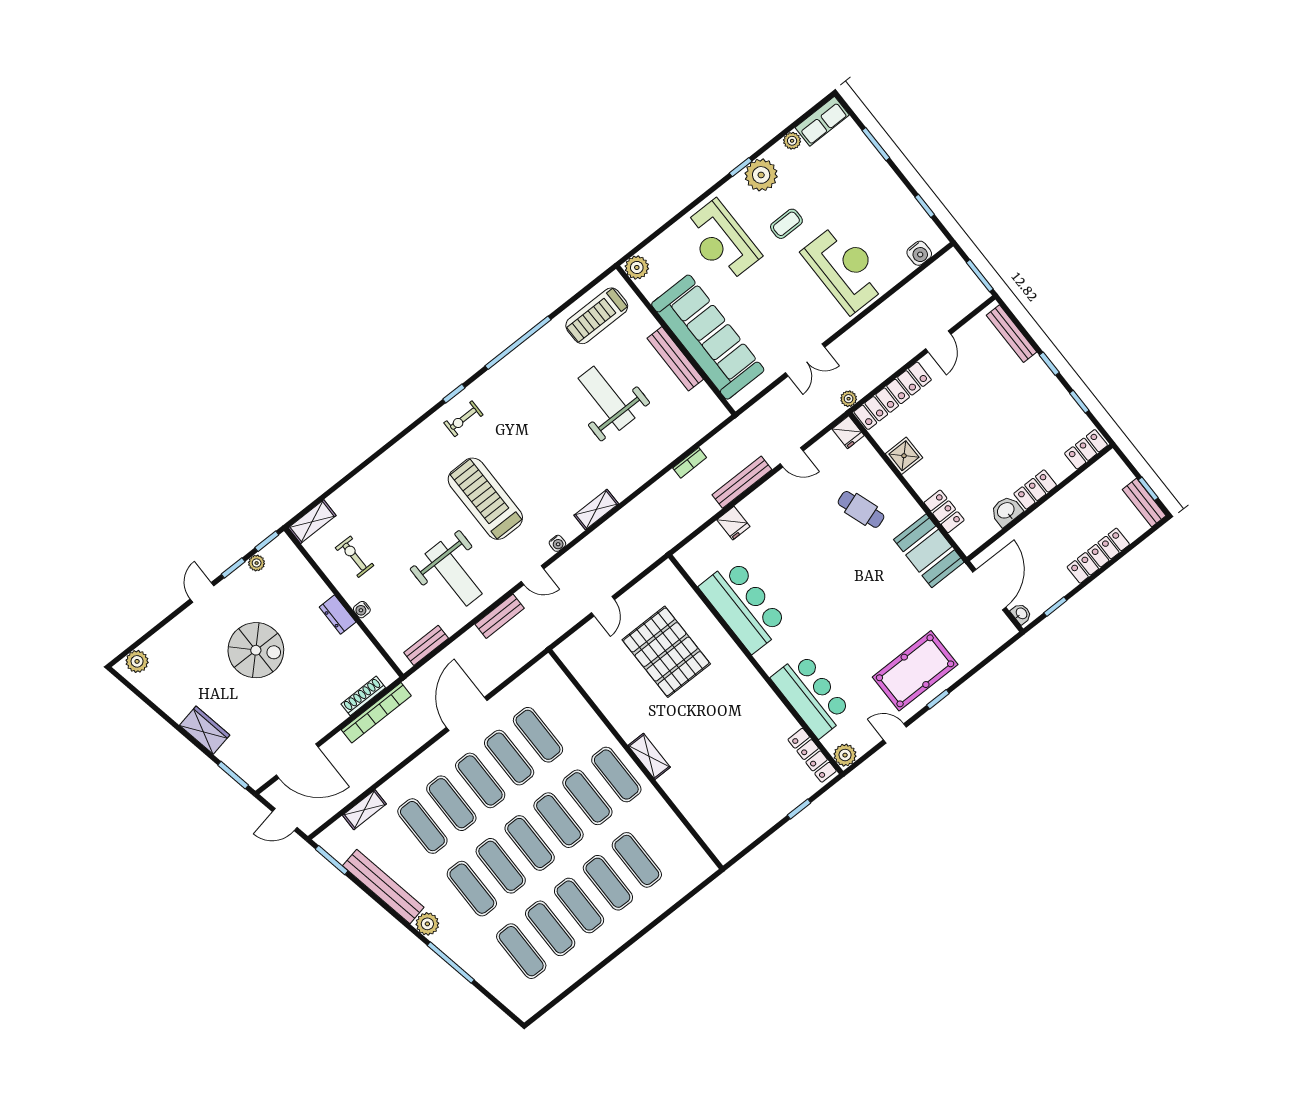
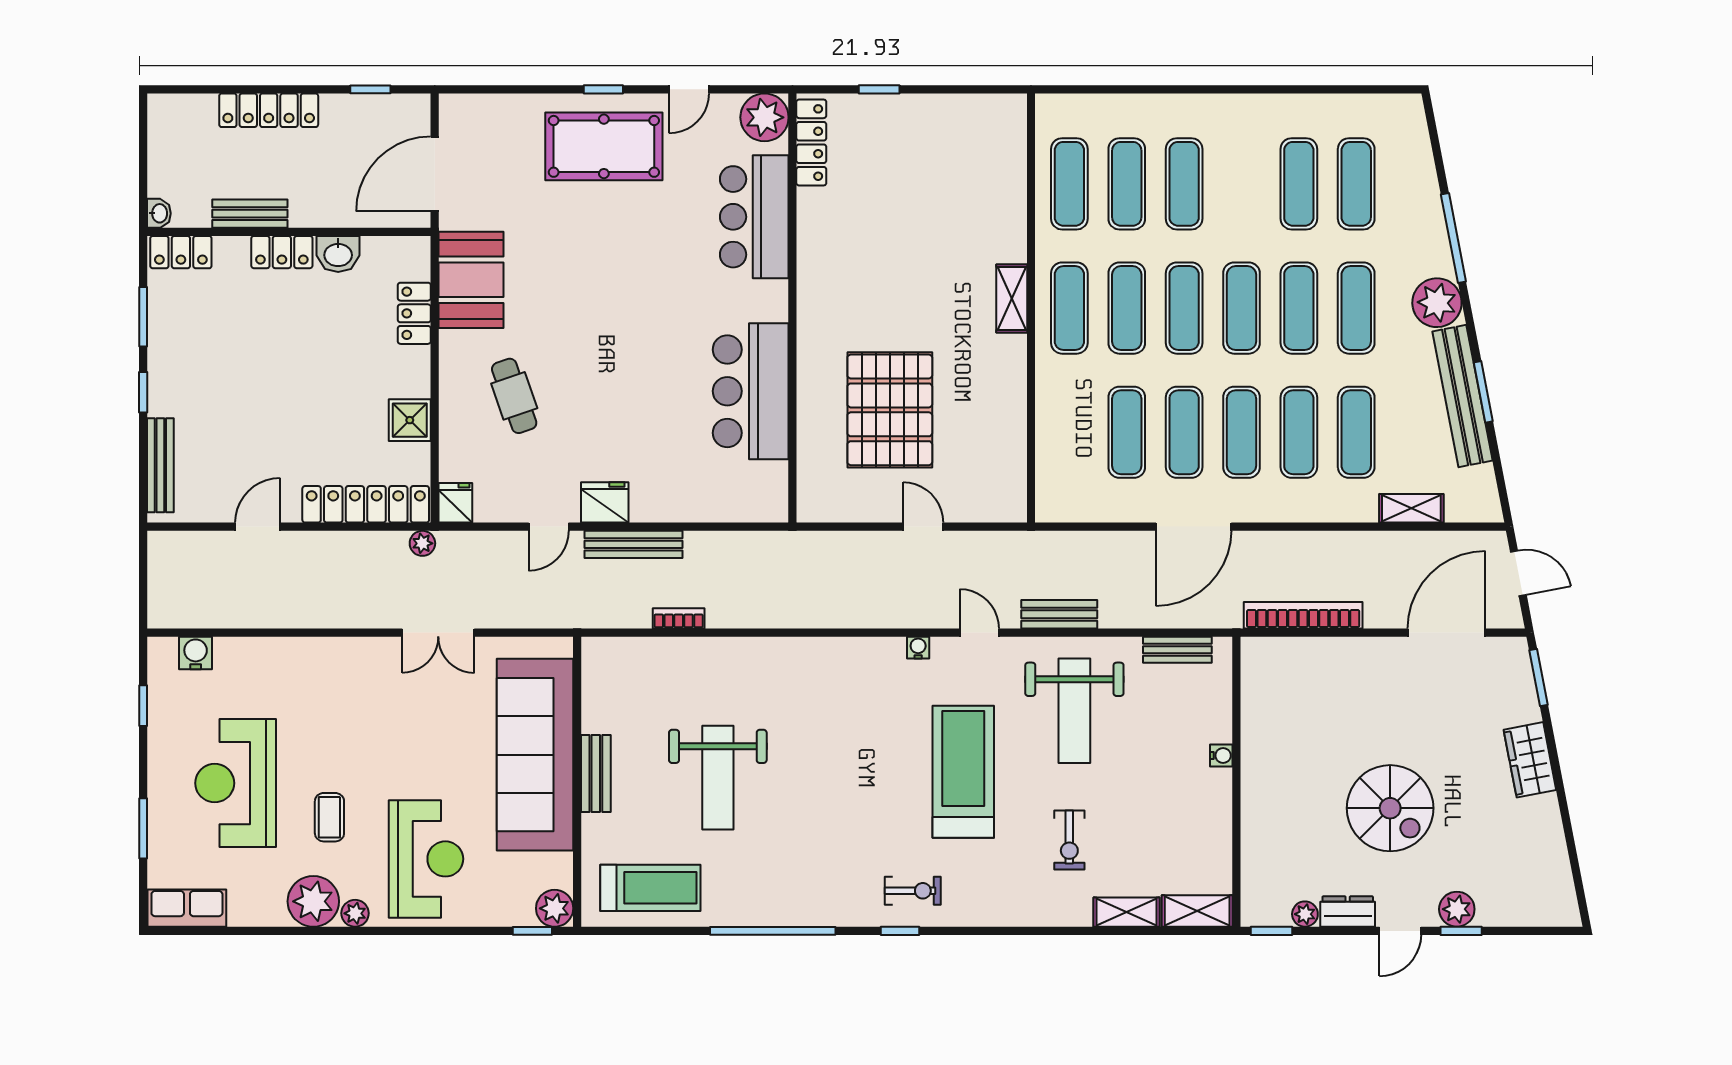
plant: (792, 141) -> (355, 913), moved
window: (741, 167) -> (532, 931), moved
coffee table: (786, 224) -> (329, 817), turned 90
reception desk: (845, 268) -> (236, 783), moved
window: (980, 276) -> (143, 567), removed
bench: (675, 359) -> (596, 773), width x0.73
double door: (805, 360) -> (438, 633), swing flipped
window: (1079, 402) -> (143, 317), width x1.50
door: (792, 457) -> (549, 527), swing flipped
window: (1148, 489) -> (143, 144), removed
treadmill: (485, 499) -> (963, 772), turned 180
bench: (1144, 503) -> (250, 214), moved, turned 90
shelving: (596, 509) -> (1126, 912), moved
fridge: (733, 523) -> (605, 502), moved, width x1.38
exercise bike: (355, 557) -> (1069, 840), moved
window: (233, 568) -> (1461, 931), moved
weight bench: (454, 574) -> (1074, 711), turned 180
door: (603, 606) -> (923, 527), hinge flipped
washbasin: (1021, 614) -> (159, 213), moved, turned 180
dresser: (338, 615) -> (1348, 912), moved, turned -90
spiral stairs: (256, 650) -> (1390, 808), turned 180
plant: (137, 661) -> (1457, 909), moved
shoe rack: (363, 696) -> (1303, 649), removed
door: (895, 733) -> (689, 89), hinge flipped
plant: (845, 755) -> (764, 117), width x1.36, depth x1.36
door: (297, 761) -> (1447, 633), hinge flipped
window: (332, 860) -> (1483, 392), moved
exercise mat: (579, 906) -> (1069, 184), moved
plant: (427, 924) -> (1437, 303), width x1.36, depth x1.36

